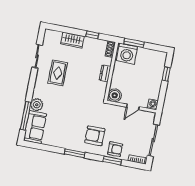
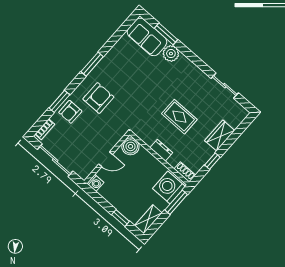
shelving: (156, 55) -> (148, 219), added
rug: (58, 73) -> (179, 117), moved
door: (133, 107) -> (106, 159), swing flipped
window: (26, 116) -> (166, 34), width x0.69

